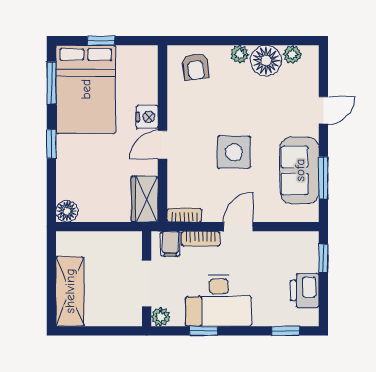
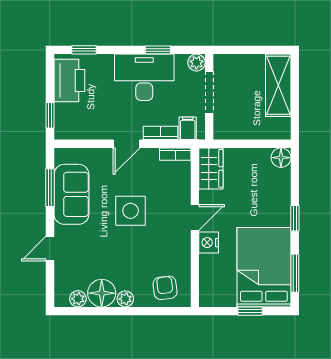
printer: (305, 290) -> (69, 80), width x1.37, depth x1.19

